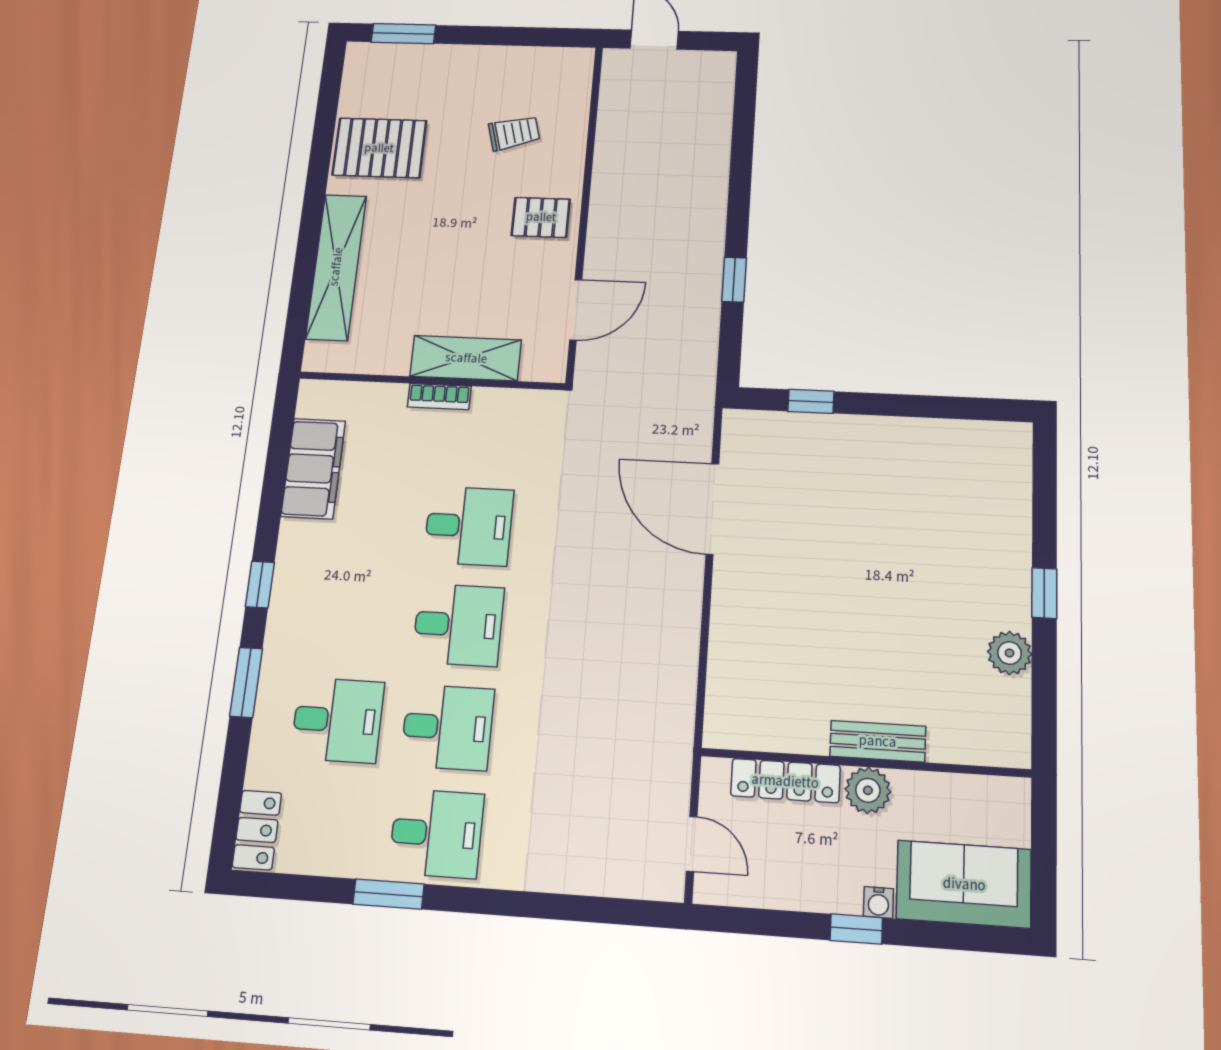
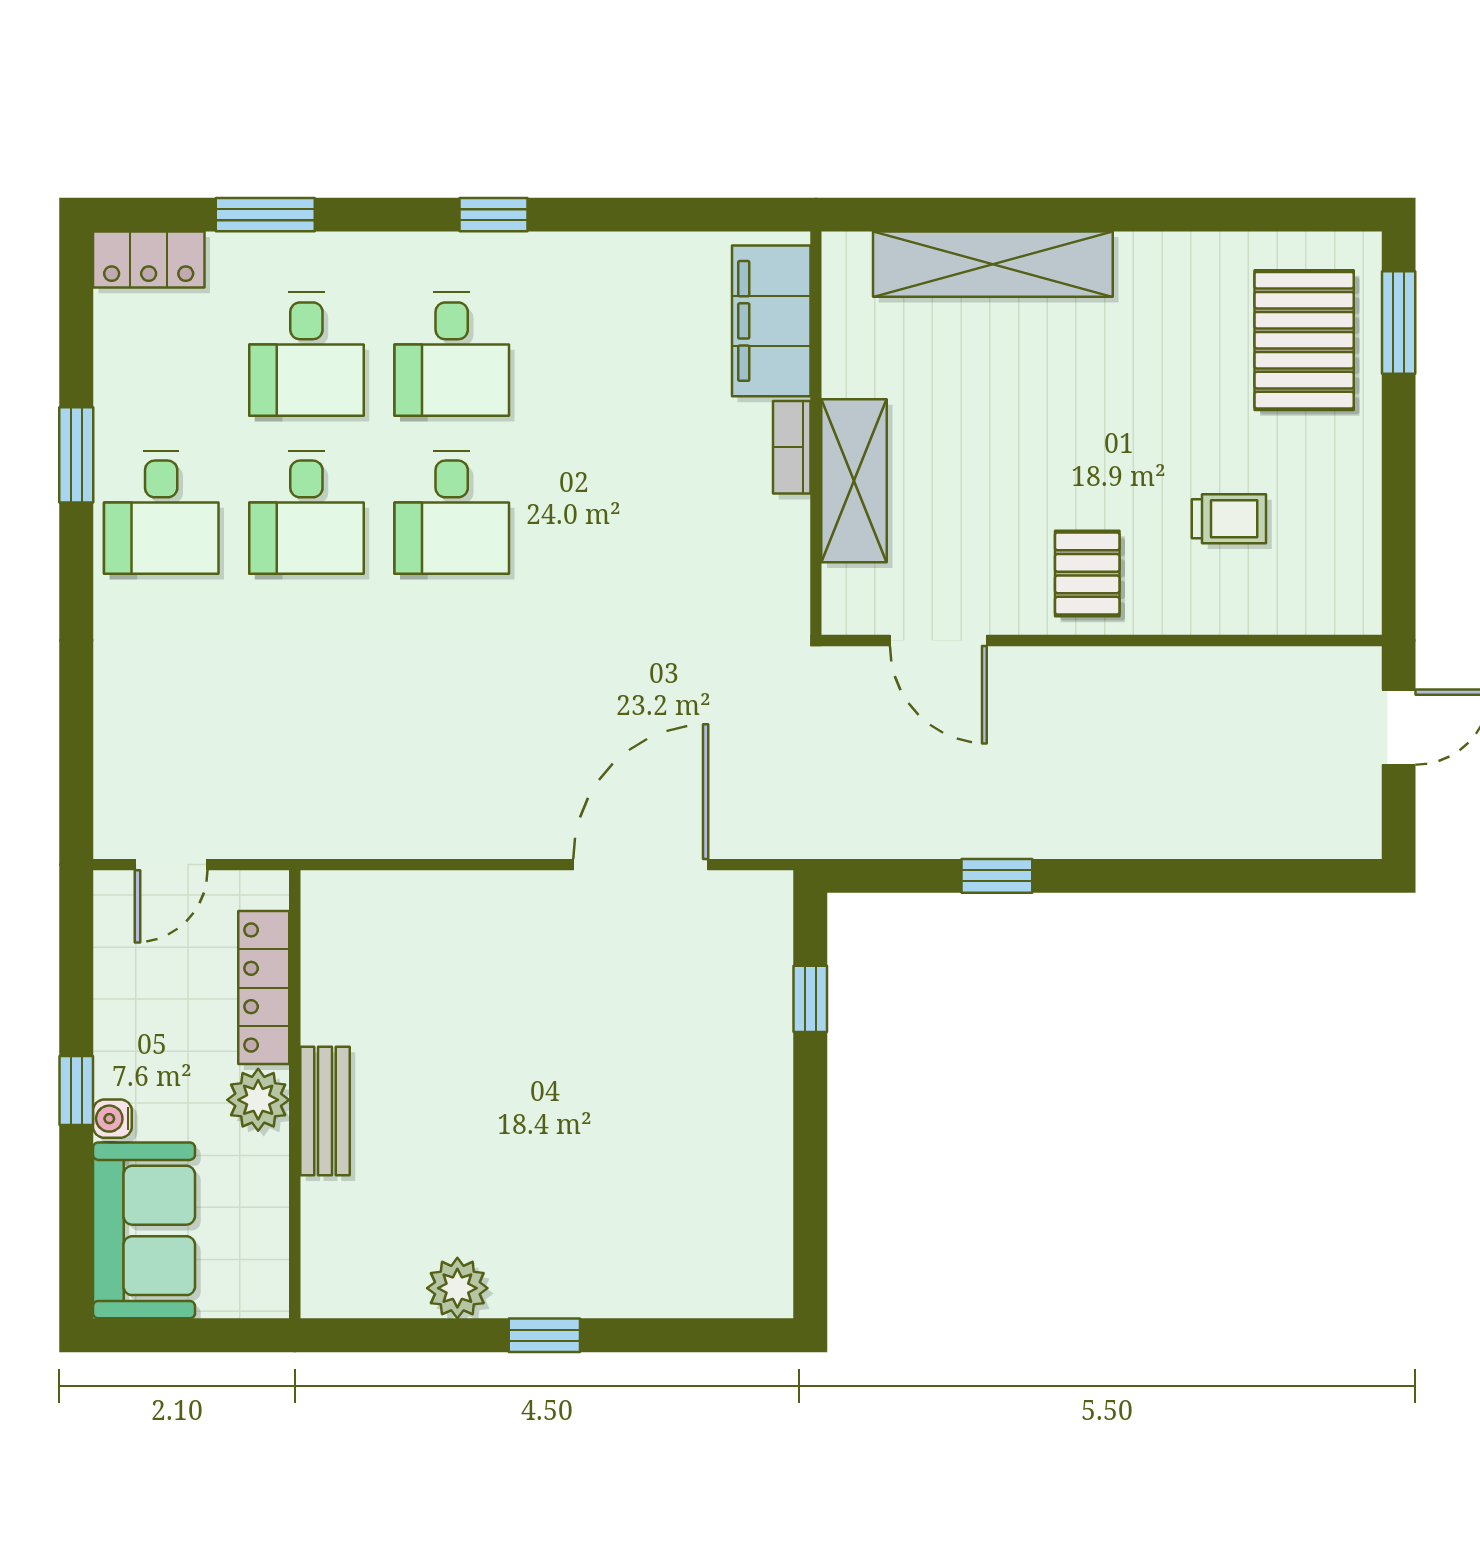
trolley: (514, 133) -> (1229, 519), turned -75
pallet: (379, 148) -> (1304, 340), moved
filing cabinet: (313, 469) -> (771, 321), moved, turned 90
desk: (469, 526) -> (452, 354), moved
window: (246, 682) -> (265, 215), moved

